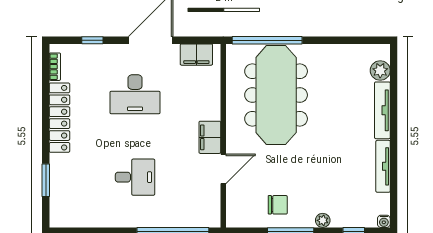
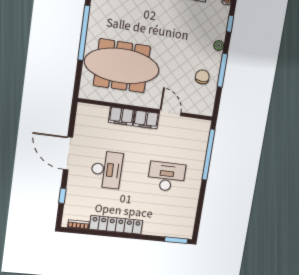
window: (267, 40) -> (84, 33), moved
filing cabinet: (196, 55) -> (121, 116), moved, turned 90
desk: (135, 177) -> (166, 177), width x1.37
window: (46, 180) -> (176, 240), moved

